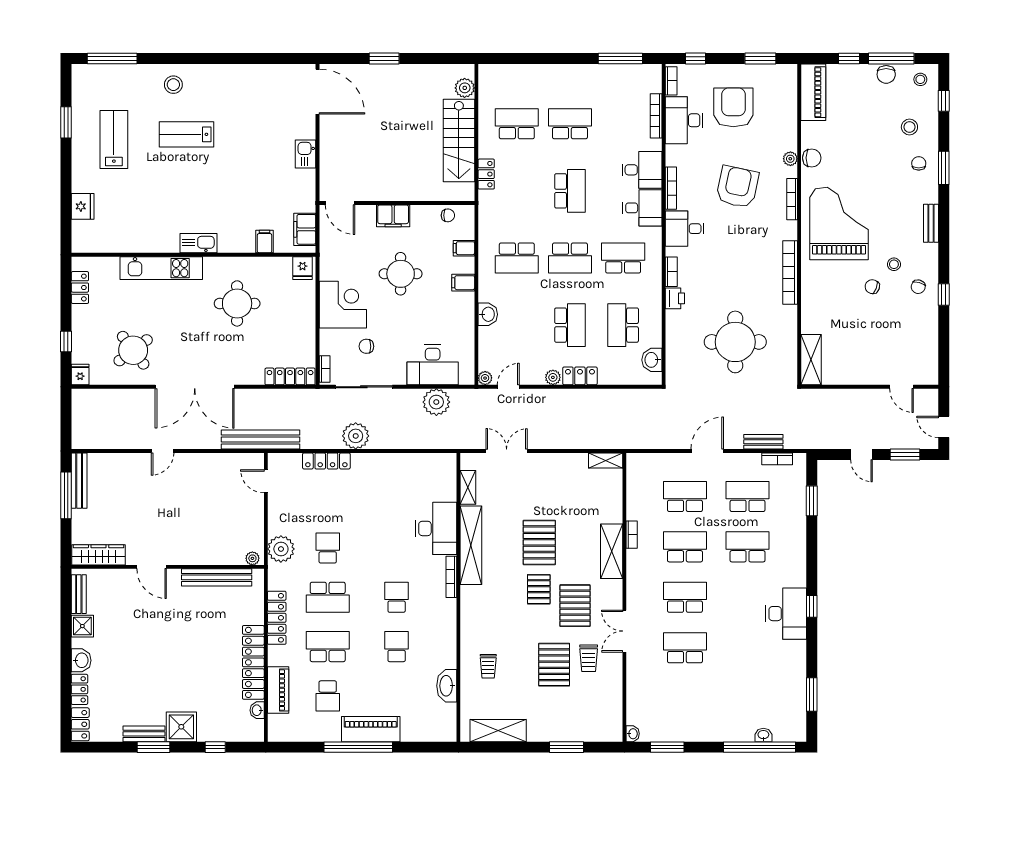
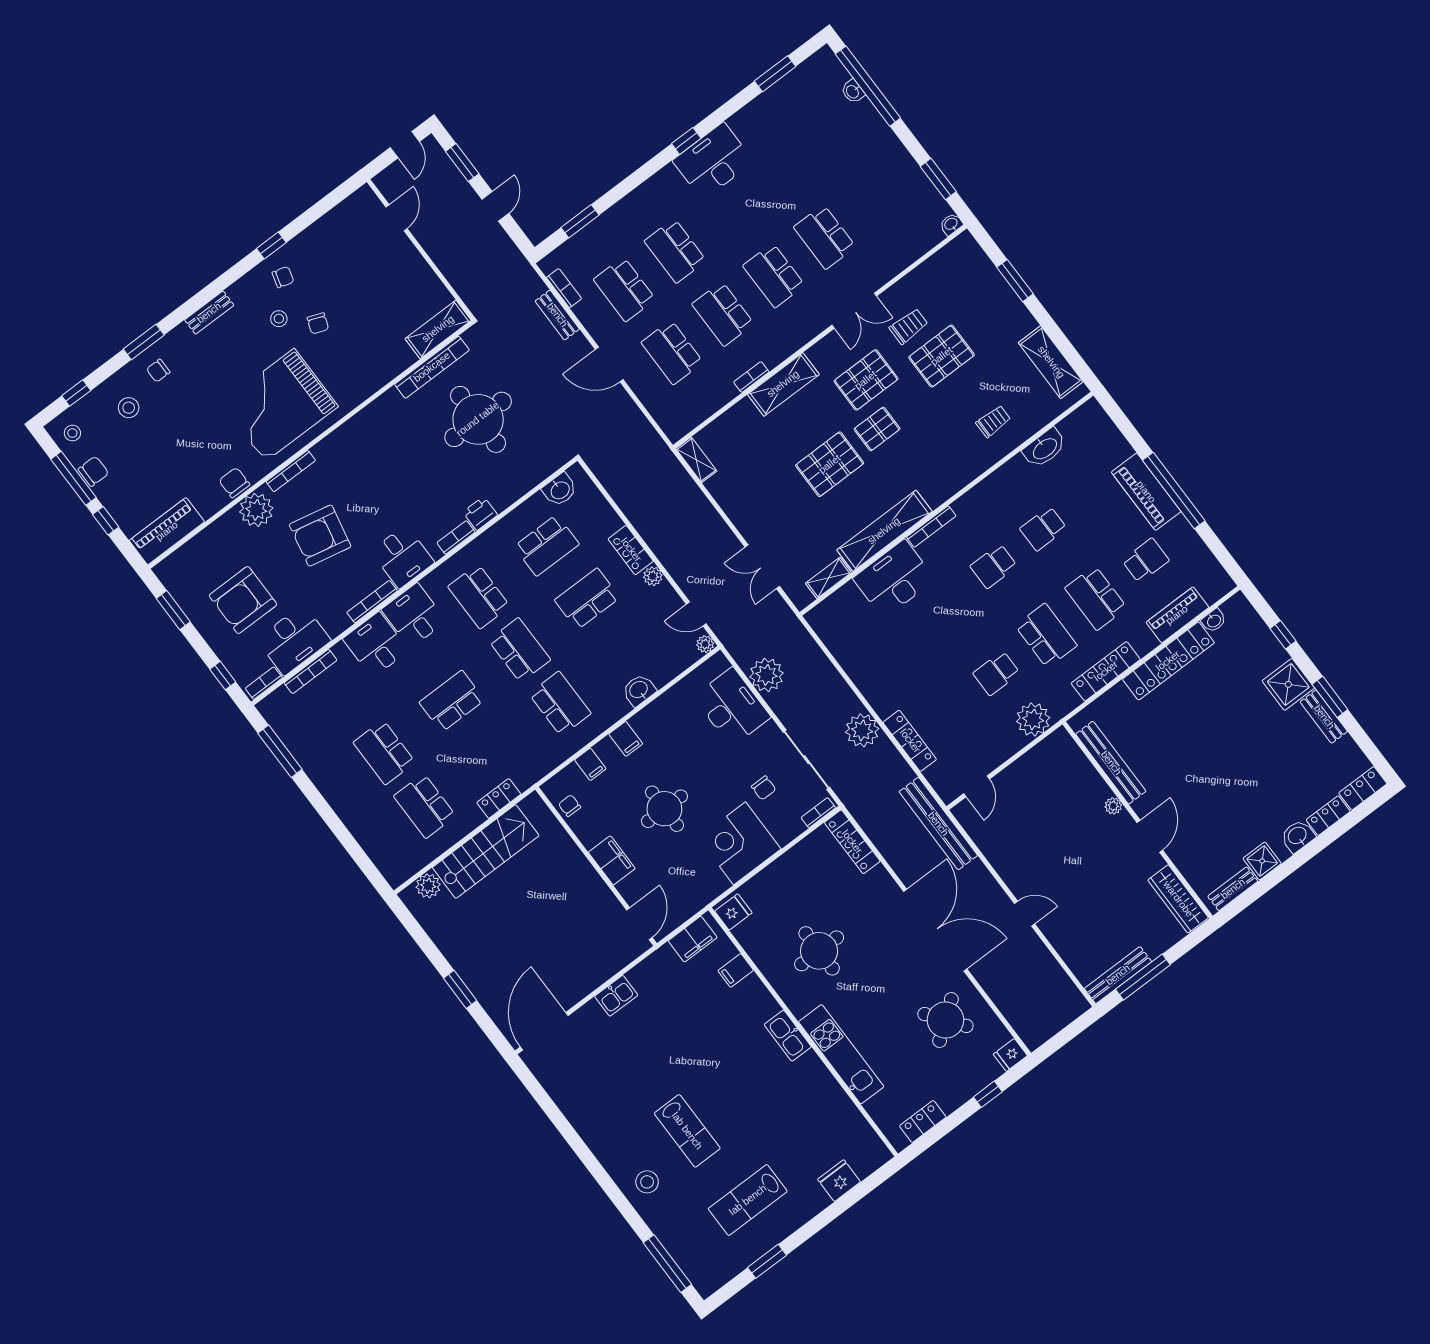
plant: (790, 159) -> (256, 510), width x1.87, depth x1.87
bookcase: (790, 273) -> (432, 367), moved
plant: (252, 558) -> (1113, 806), moved

